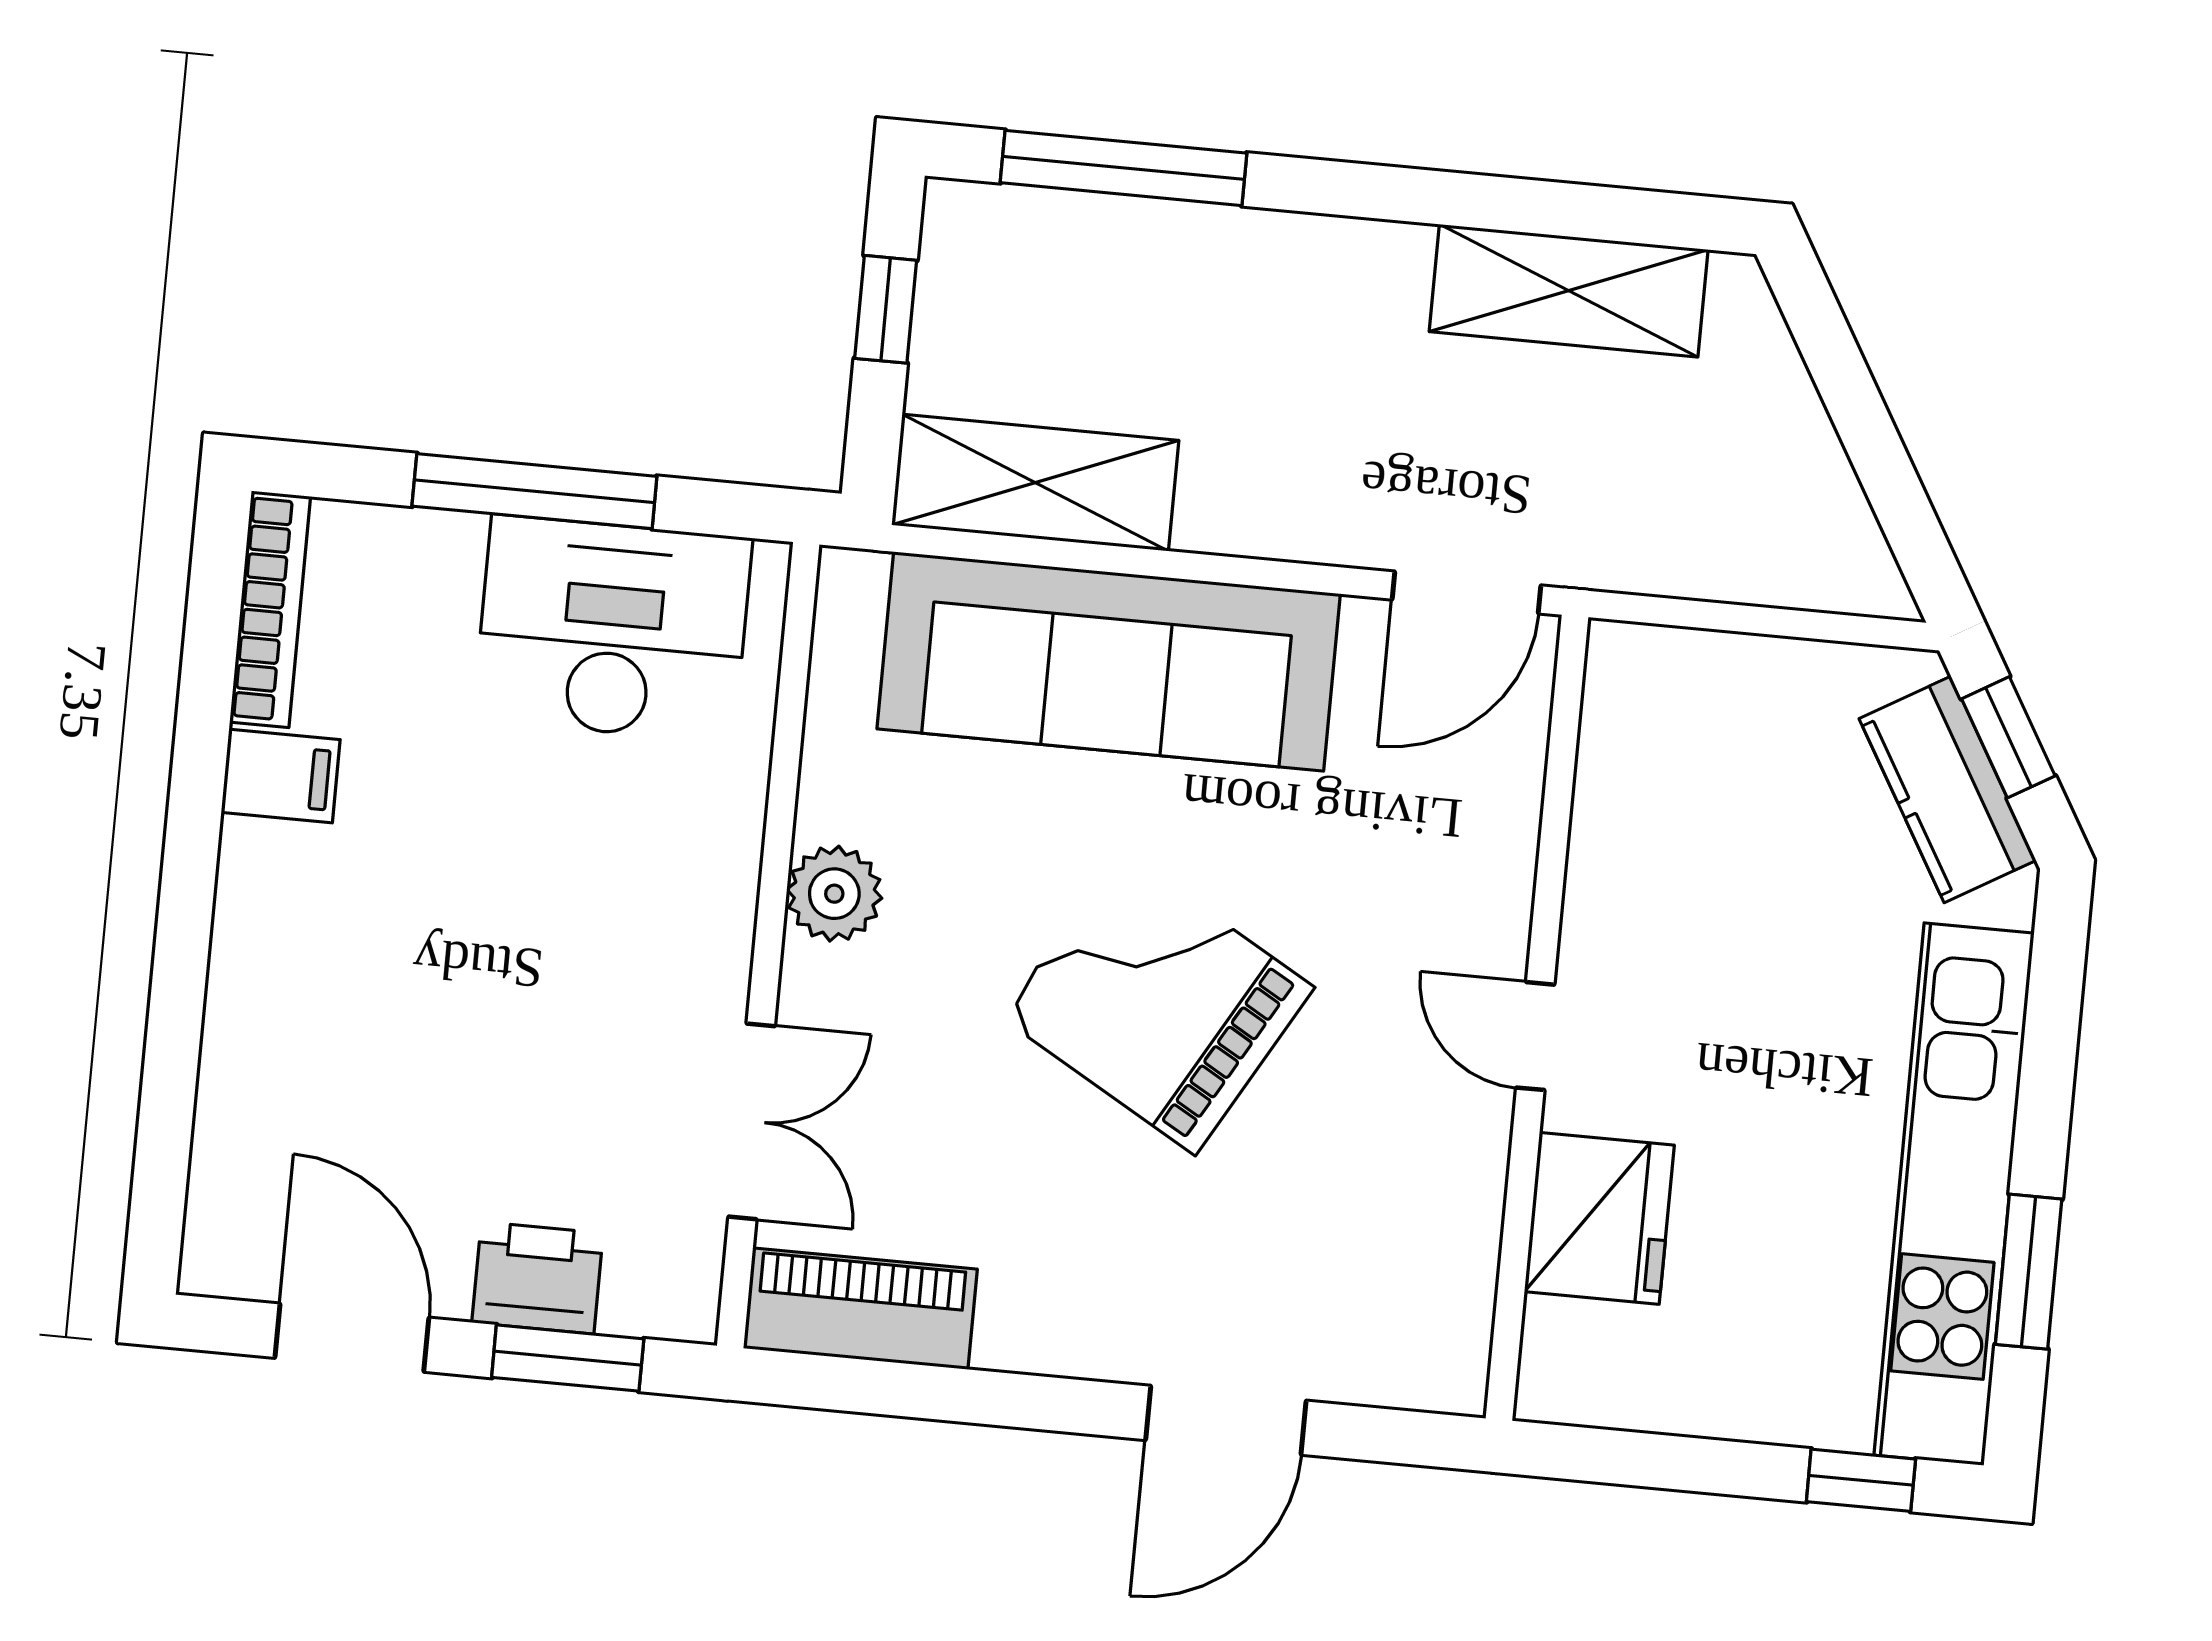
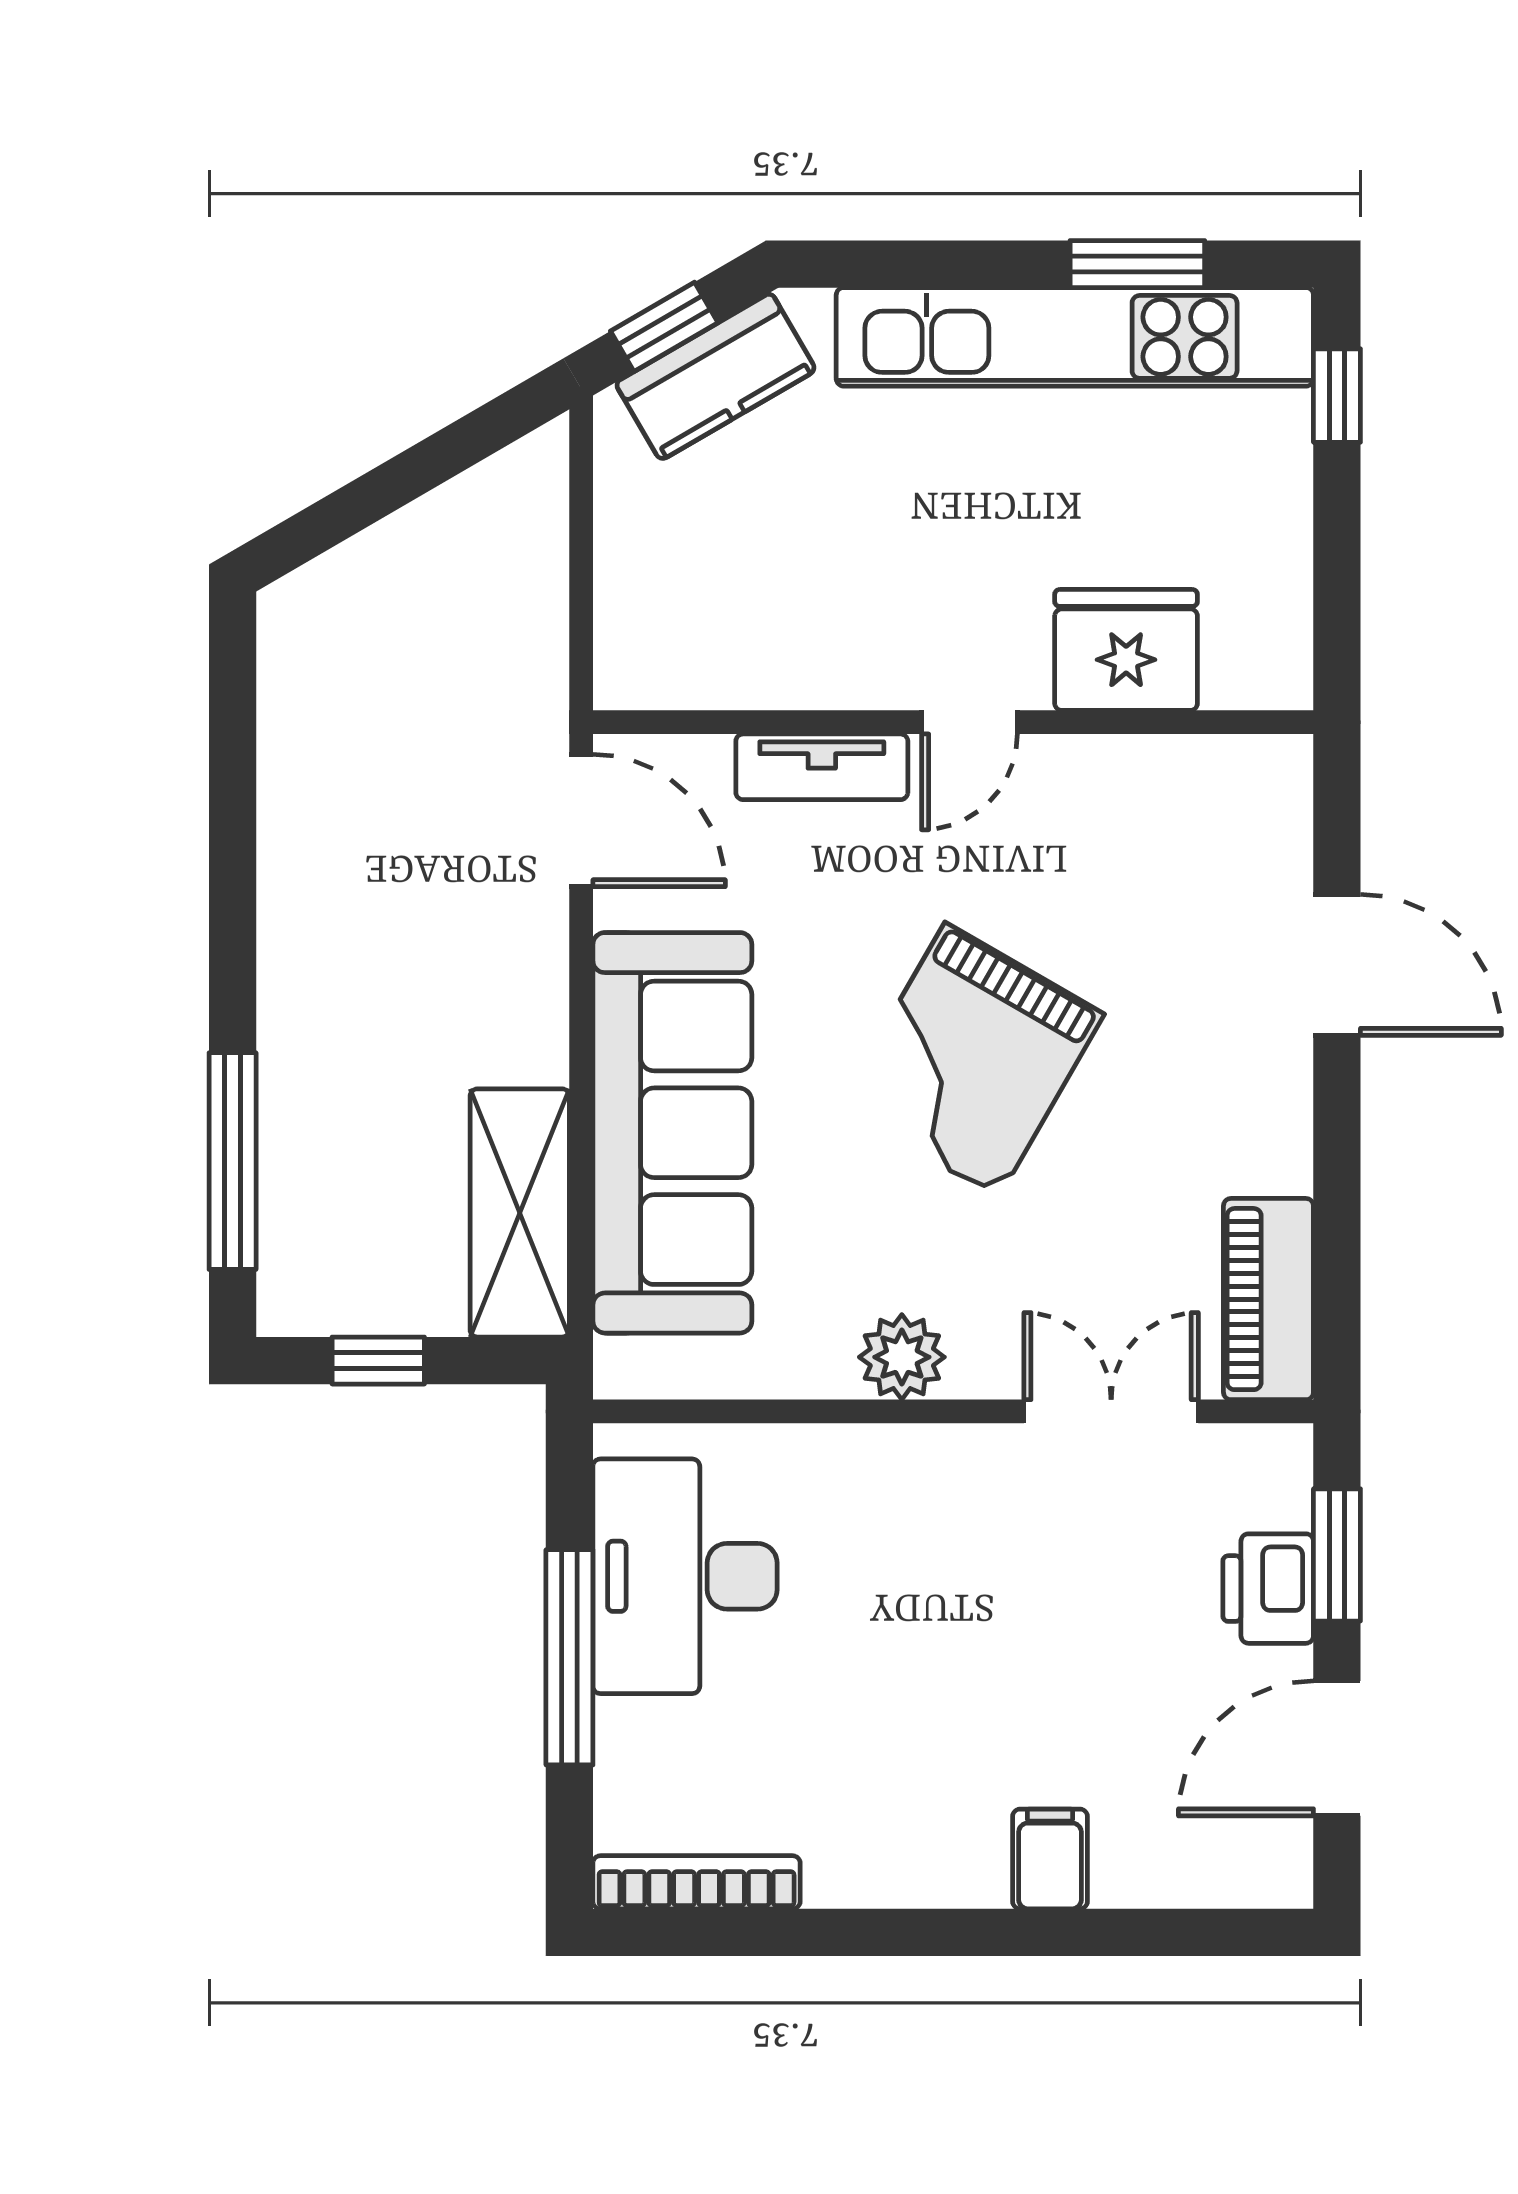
shelving: (1569, 291) -> (304, 755), removed
filing cabinet: (281, 776) -> (1050, 1859), moved
tv unit: (1501, 867) -> (822, 767), added

